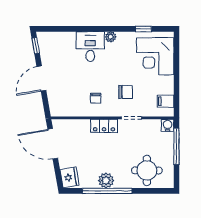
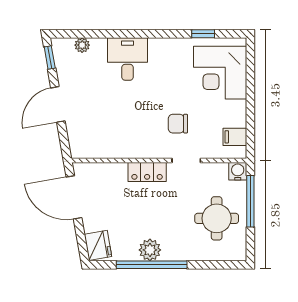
plant: (111, 37) -> (82, 45), moved
chair: (126, 92) -> (178, 124), turned 180
chair: (96, 98) -> (135, 133), removed
round table: (147, 170) -> (217, 218), moved

